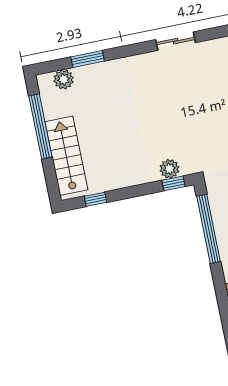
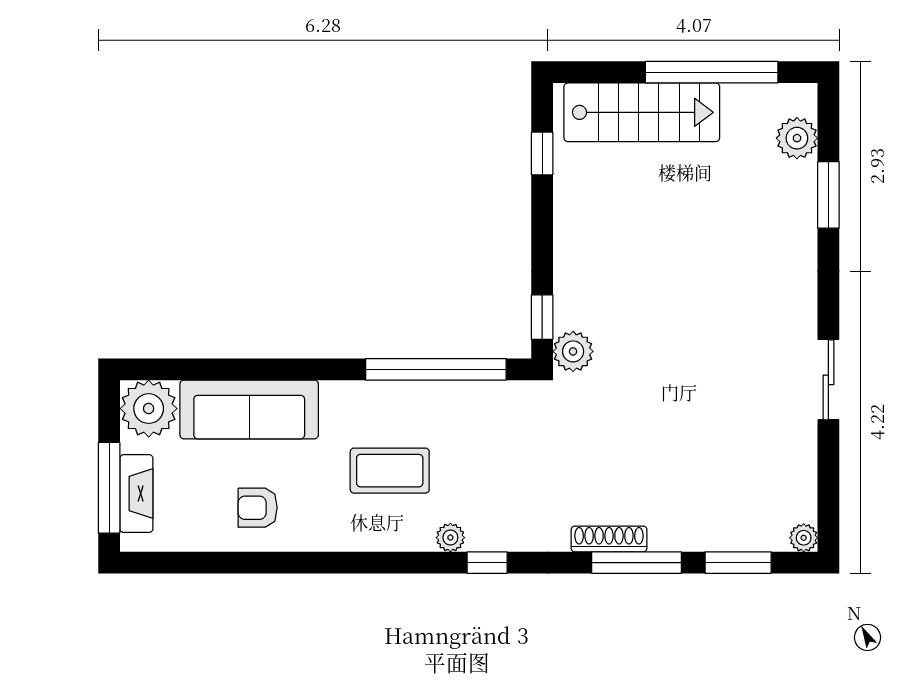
plant: (169, 169) -> (573, 351), moved

